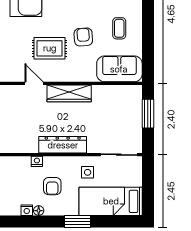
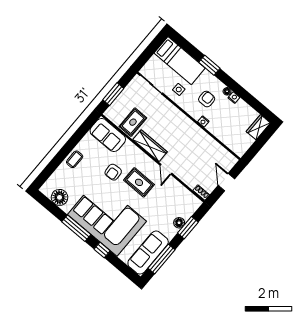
coffee table: (119, 28) -> (75, 159), moved
rug: (105, 102) -> (133, 122), added
dresser: (63, 145) -> (180, 118), removed

